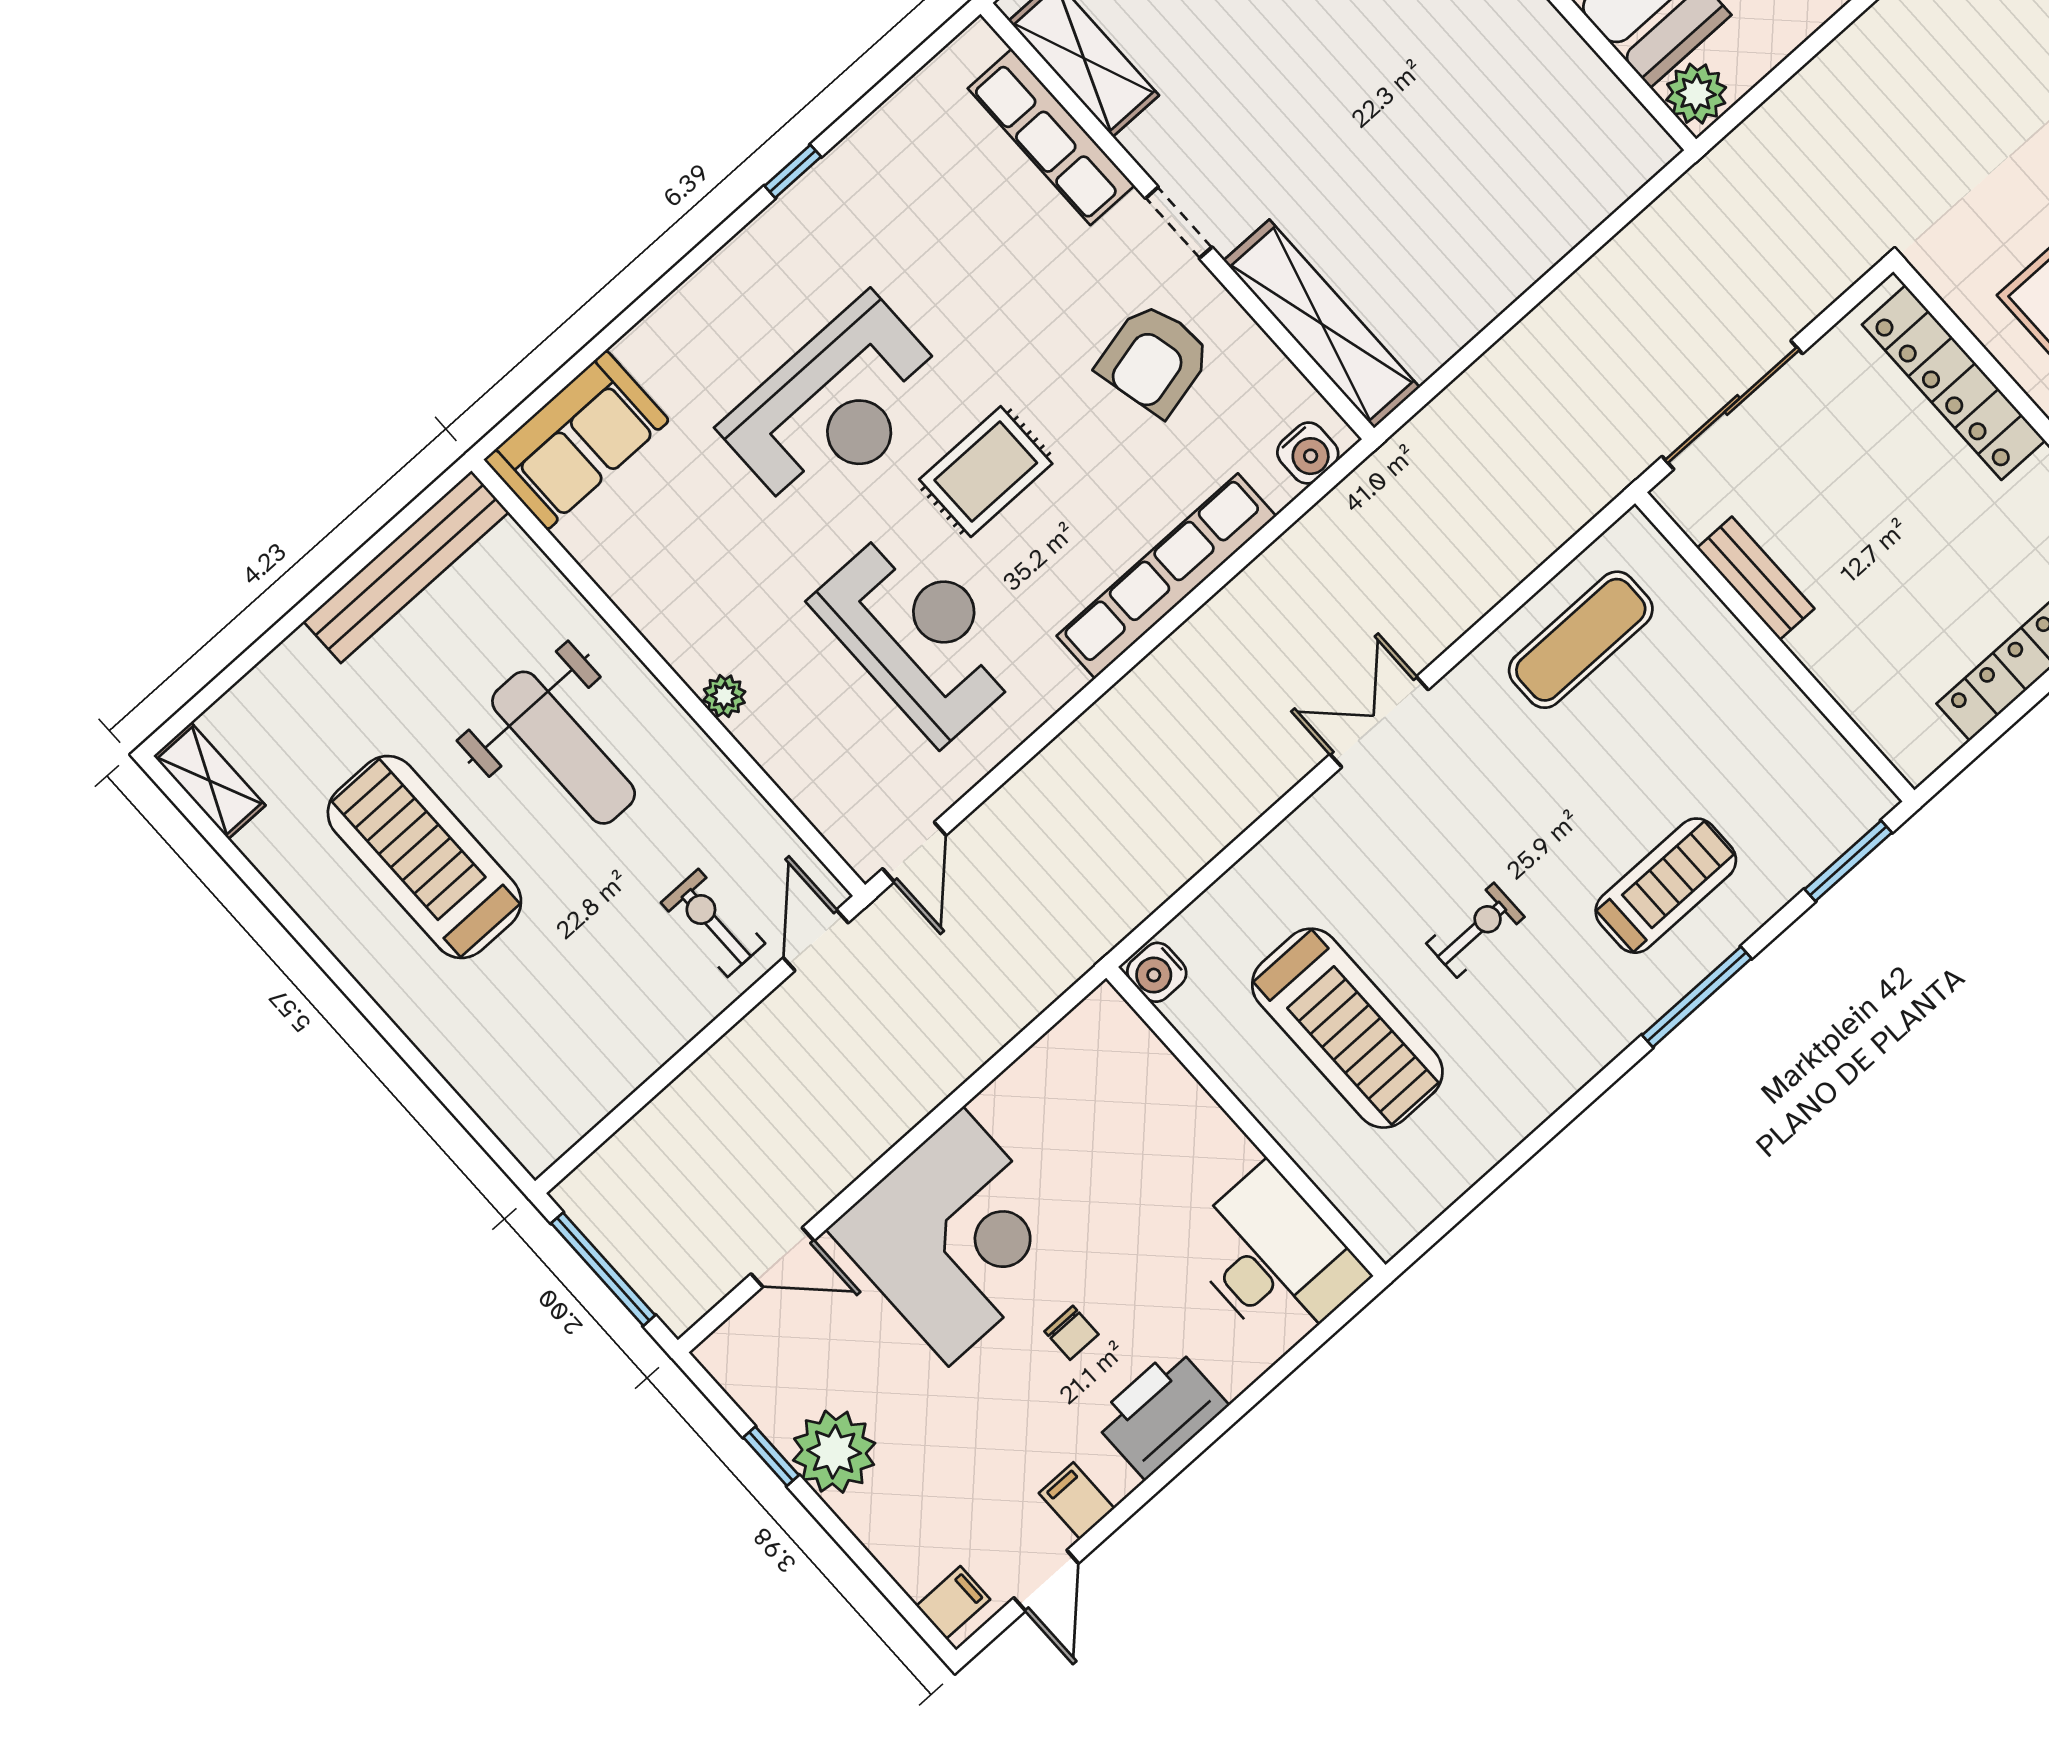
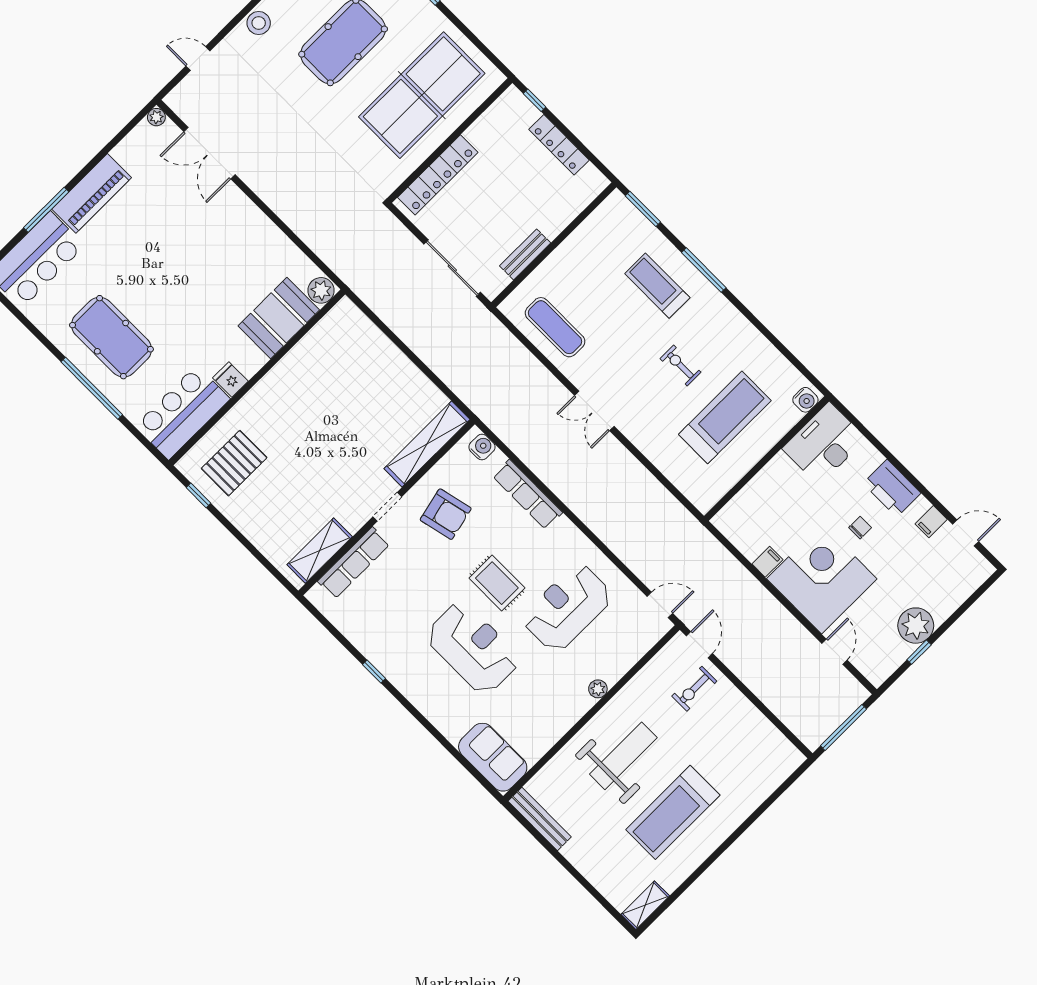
bench: (406, 567) -> (540, 819), width x0.73, depth x0.82
row of seats: (1166, 576) -> (528, 494), width x0.73
door: (816, 940) -> (699, 645), swing flipped
water cooler: (1157, 972) -> (805, 400), moved
filing cabinet: (953, 1603) -> (767, 562), moved, turned 90

